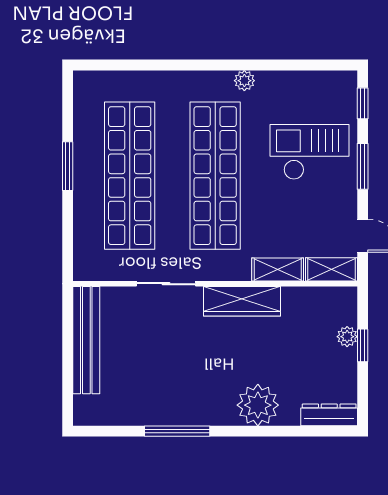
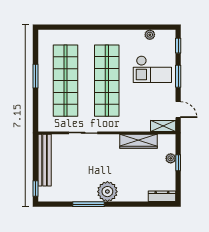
plant: (244, 81) -> (150, 35), moved
checkout: (310, 152) -> (152, 69), turned 180
shelving: (278, 269) -> (137, 126), removed
wardrobe: (242, 301) -> (138, 141), moved
window: (68, 399) -> (36, 189), added
plant: (258, 405) -> (107, 192), moved

